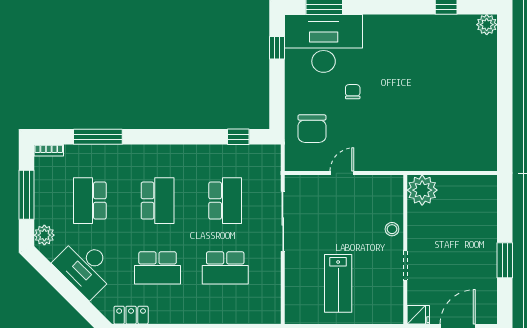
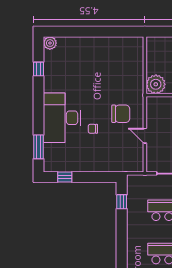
desk: (324, 43) -> (62, 118), moved
chair: (312, 129) -> (121, 114), moved

